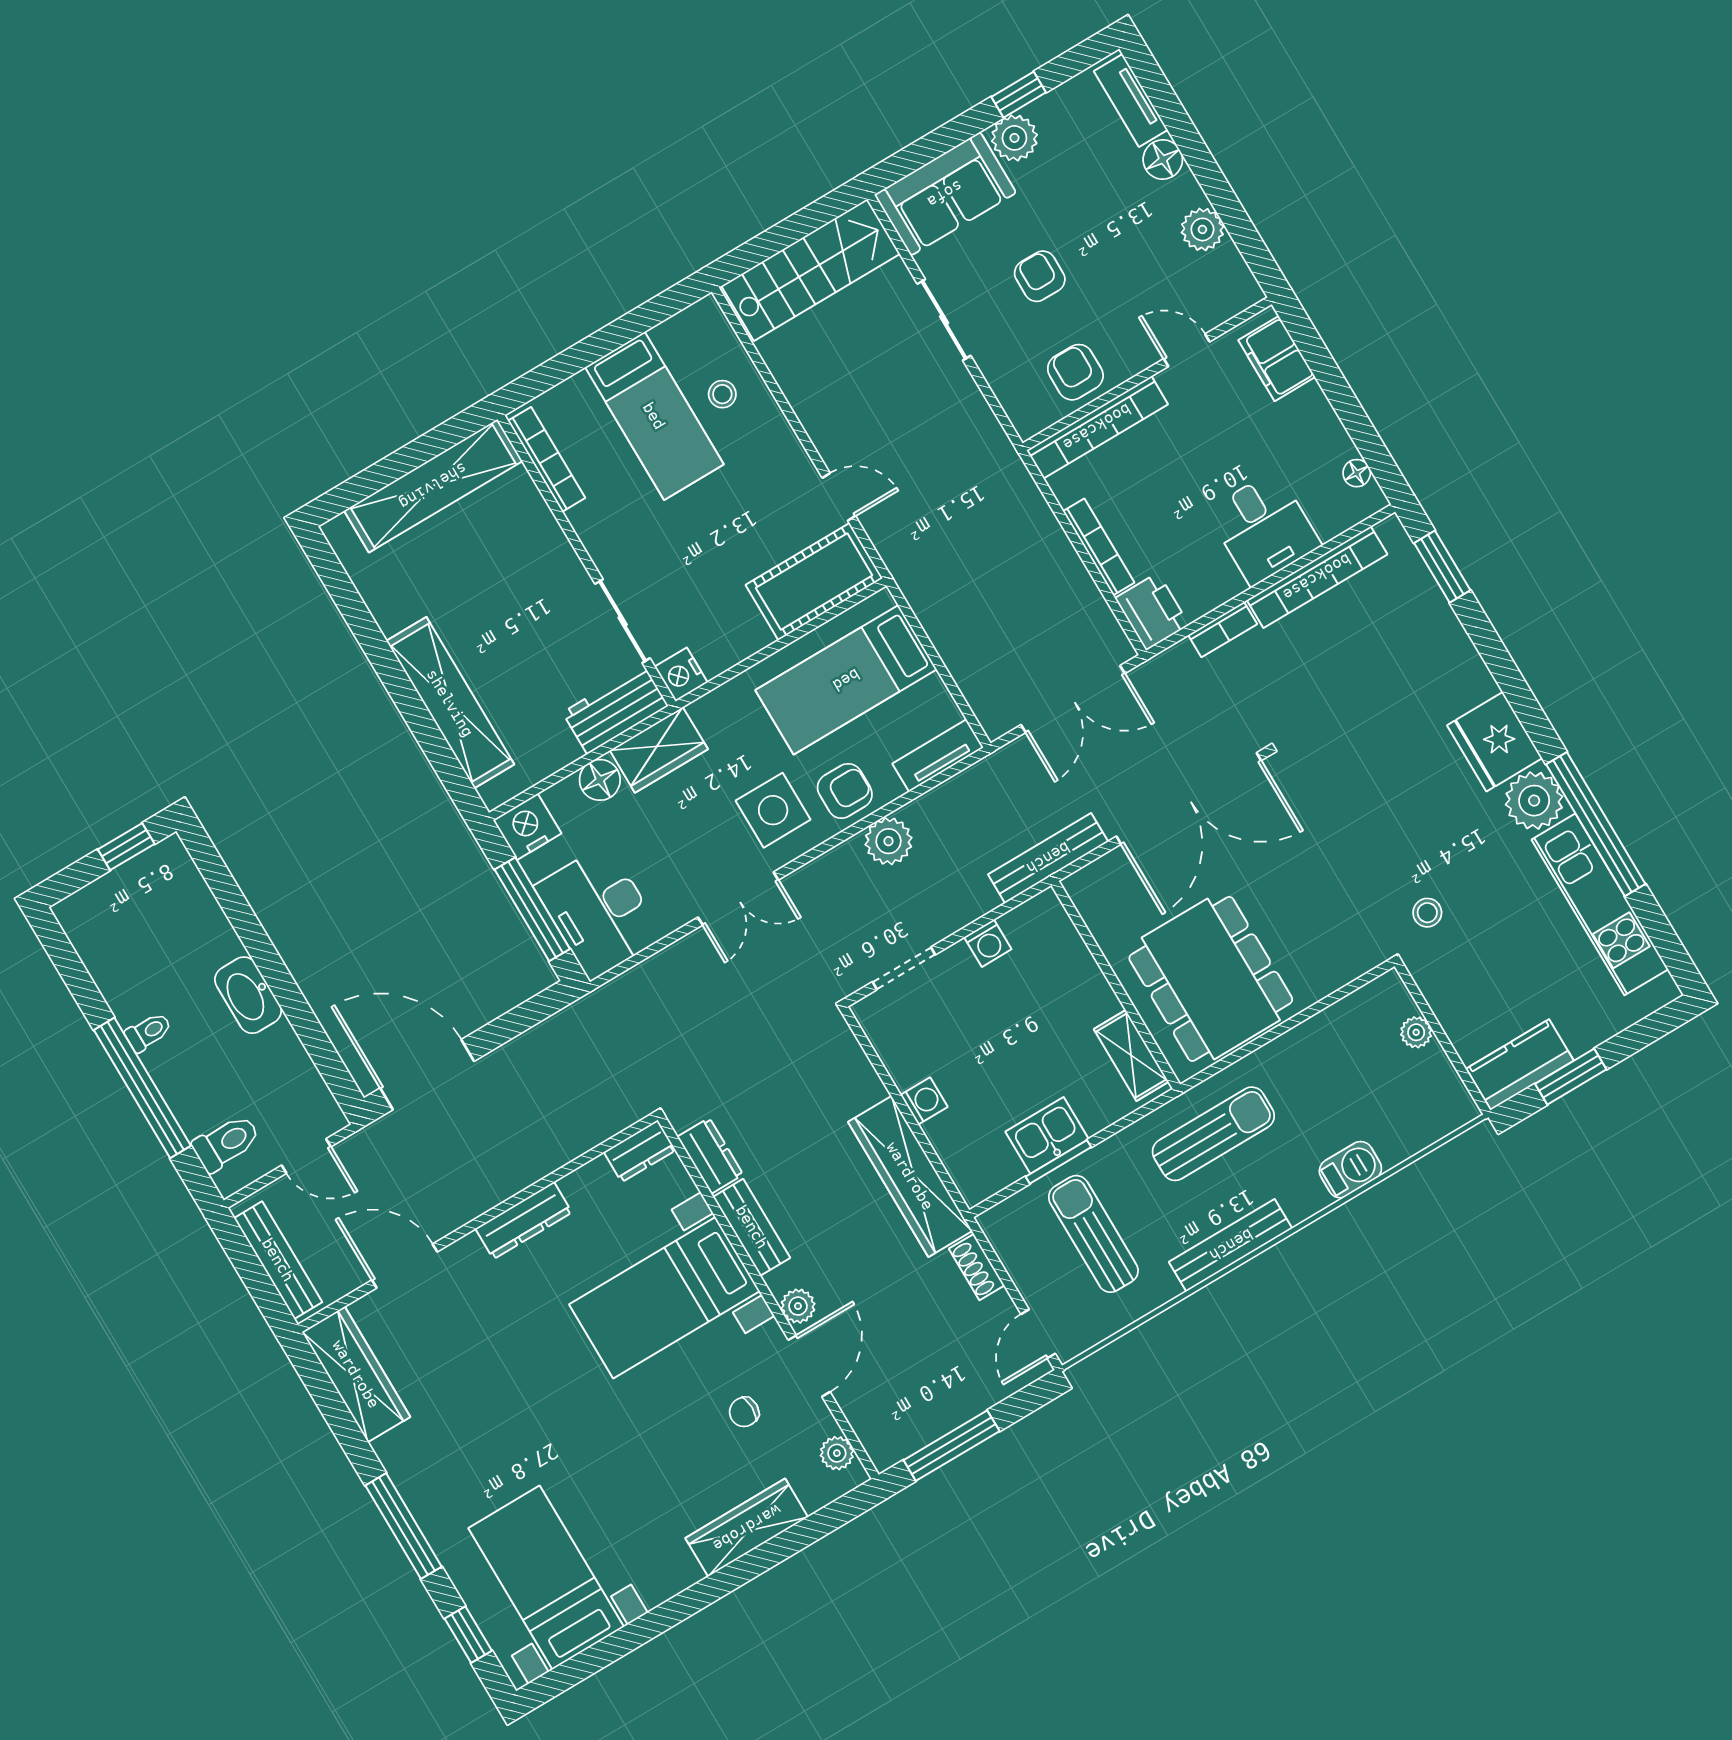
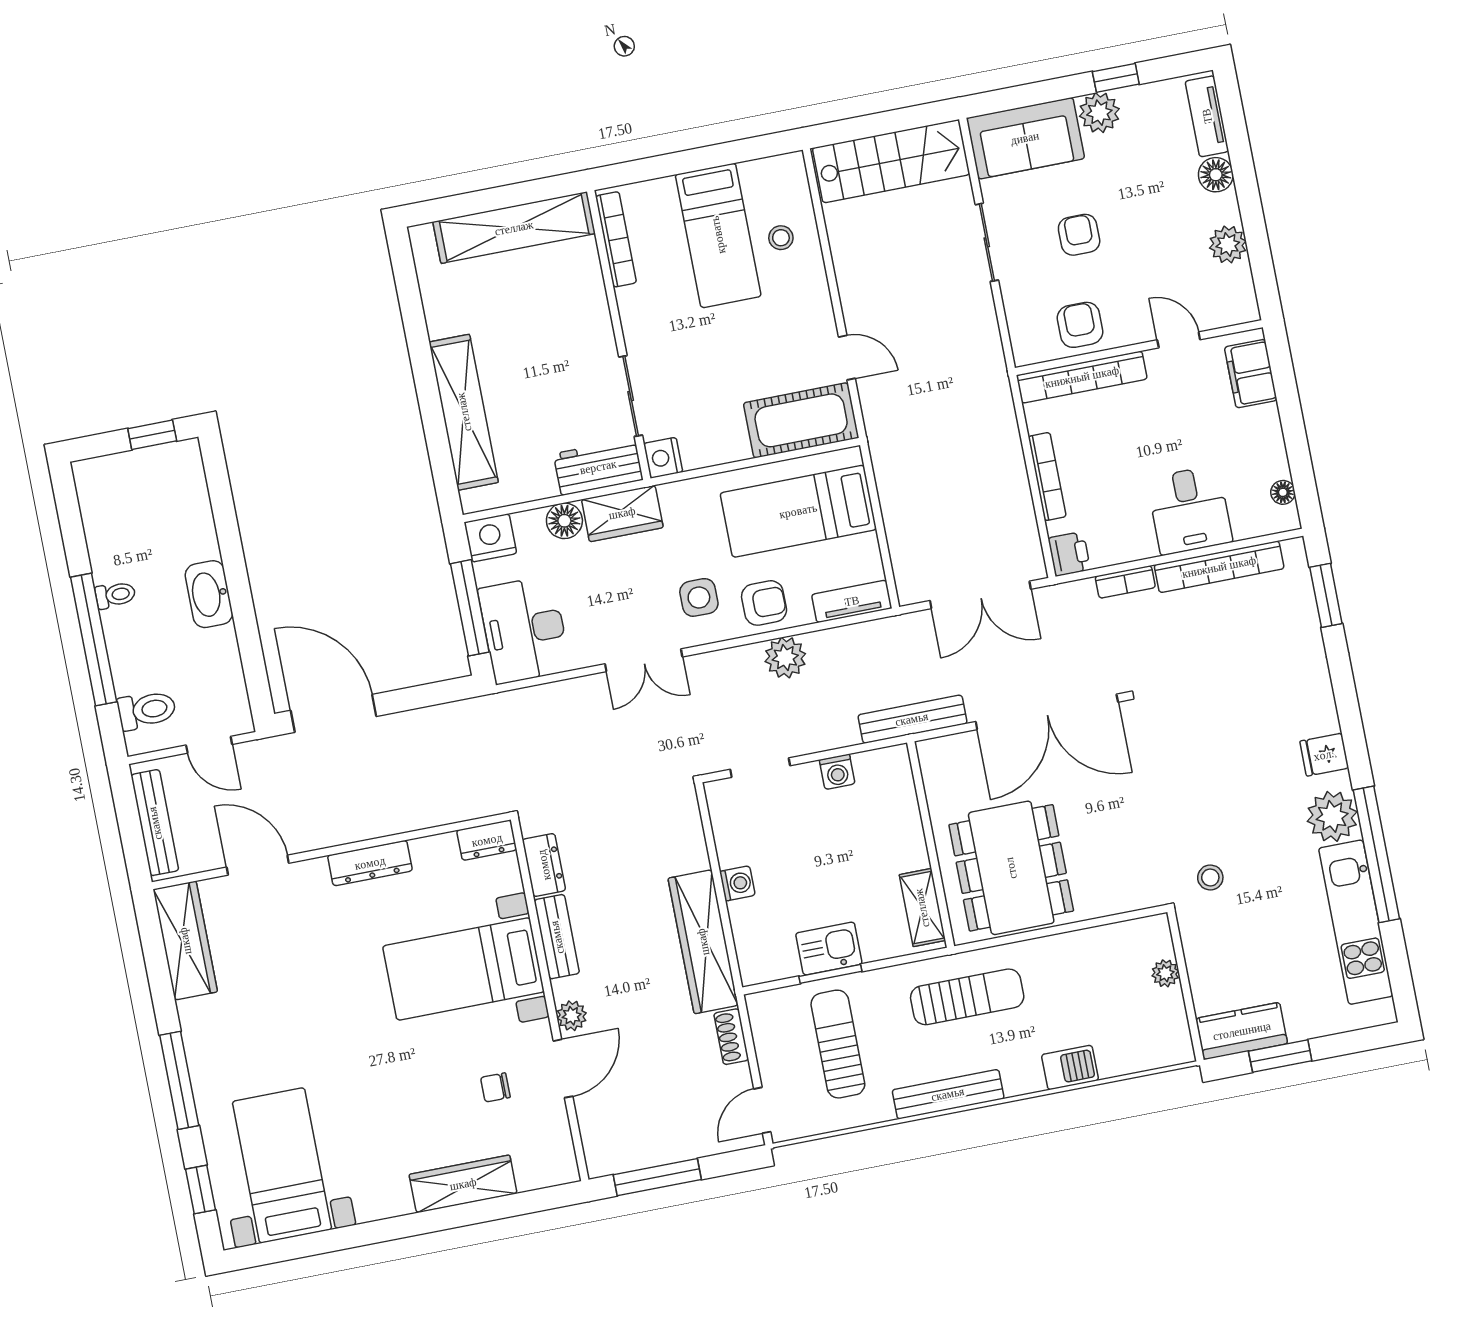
printer: (1152, 612) -> (1069, 554), width x0.73, depth x0.81
fridge: (1495, 742) -> (1324, 755), width x0.53, depth x0.75
side table: (773, 810) -> (699, 597), width x0.73, depth x0.73
plant: (837, 1453) -> (560, 1149), removed

